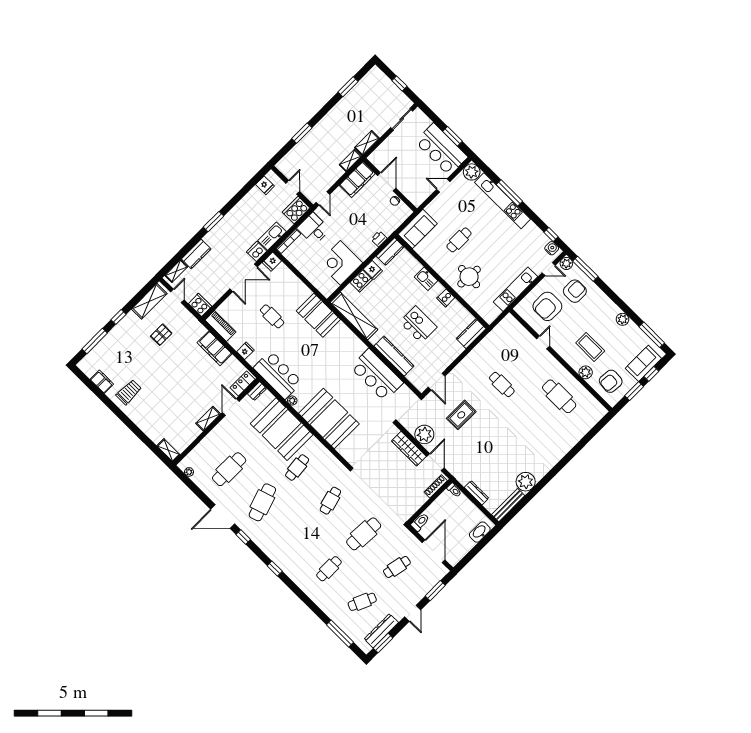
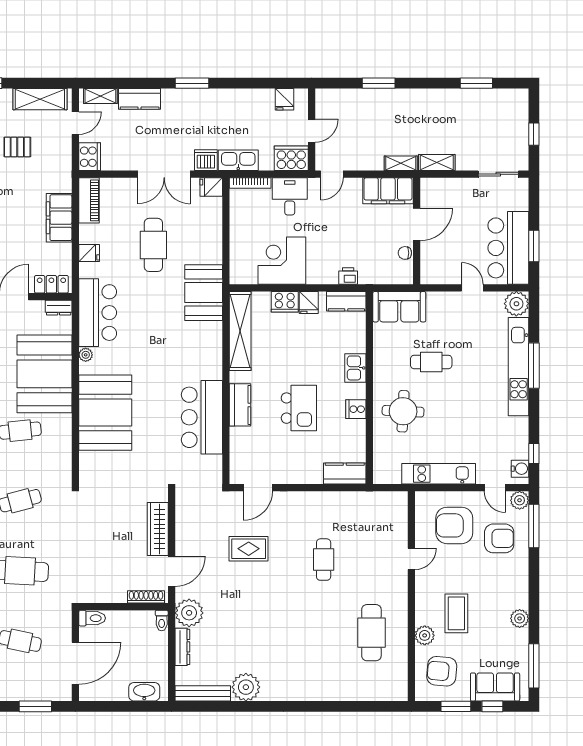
cafe table: (272, 316) -> (153, 245), width x1.37, depth x1.35
kitchen counter: (394, 356) -> (240, 405), width x0.67
plant: (424, 434) -> (189, 613), moved

